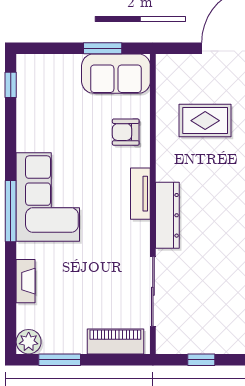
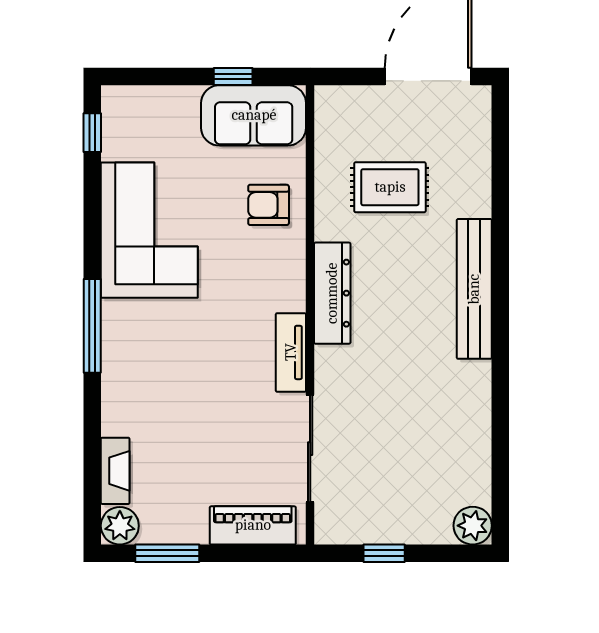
window: (103, 48) -> (233, 76), width x0.67
tv unit: (140, 194) -> (291, 352), moved
corner sofa: (48, 197) -> (149, 230), moved
dresser: (167, 215) -> (332, 293), moved
fireplace: (26, 281) -> (115, 471), moved

